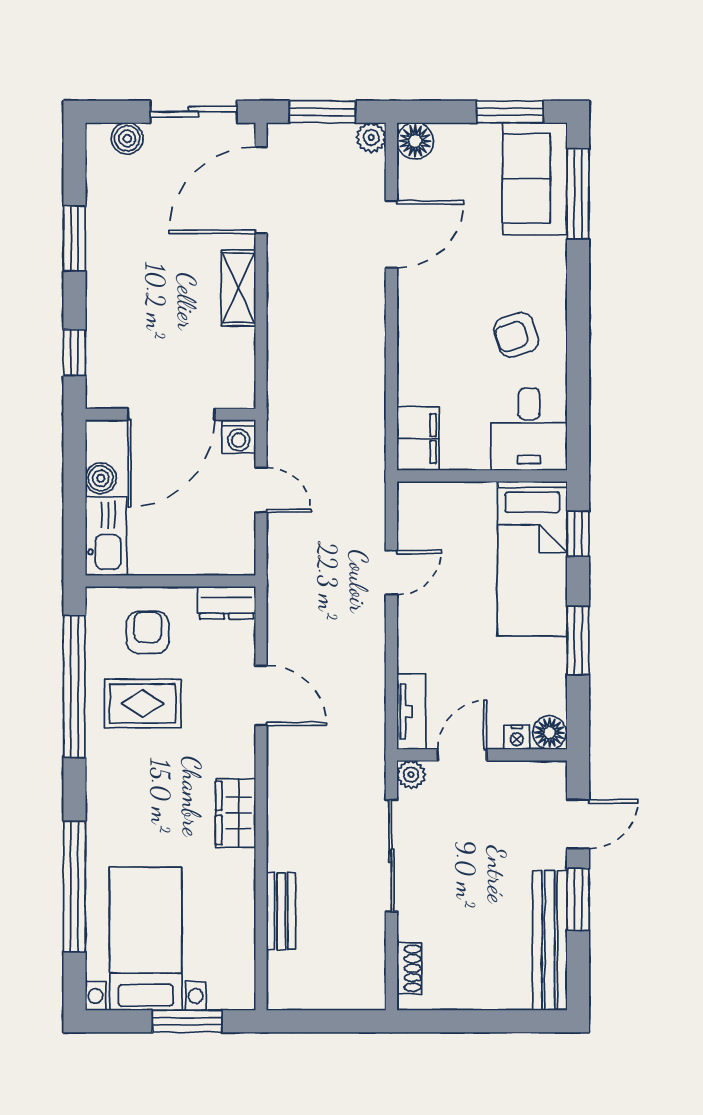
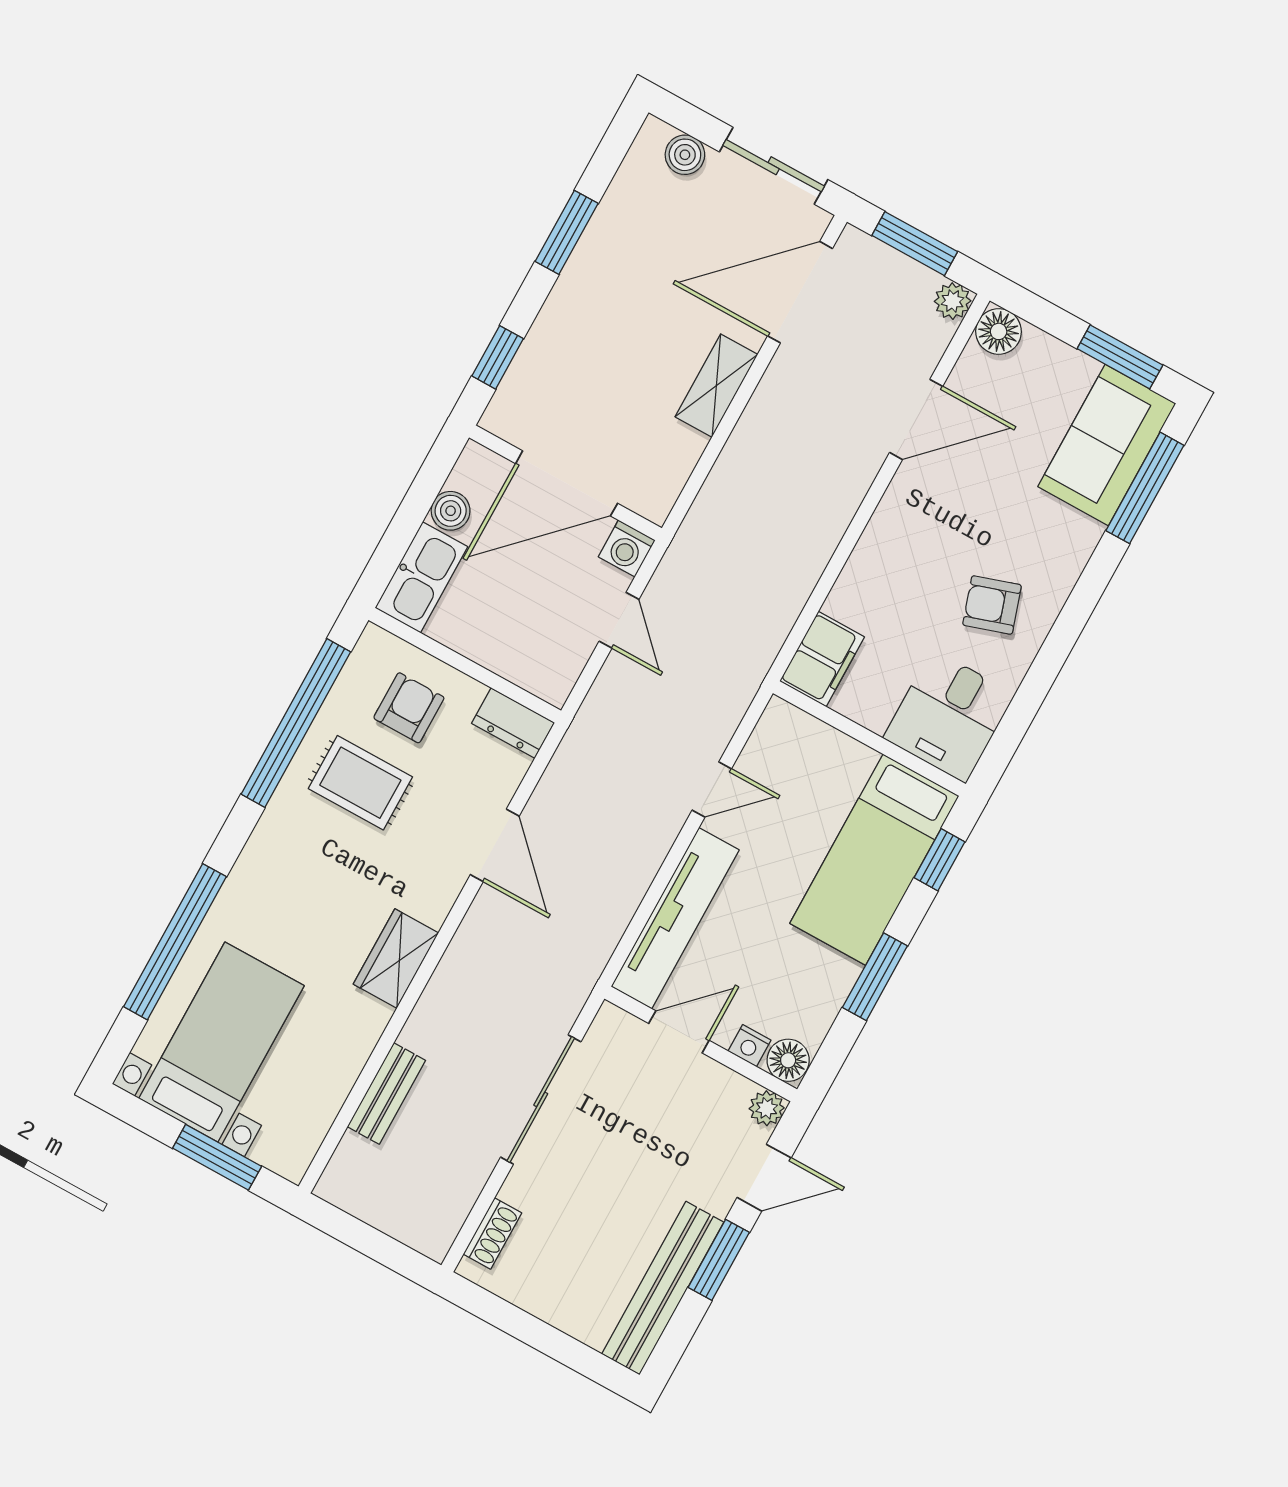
tv unit: (411, 712) -> (675, 918), width x1.92, depth x1.29
plant: (411, 774) -> (767, 1108), moved

